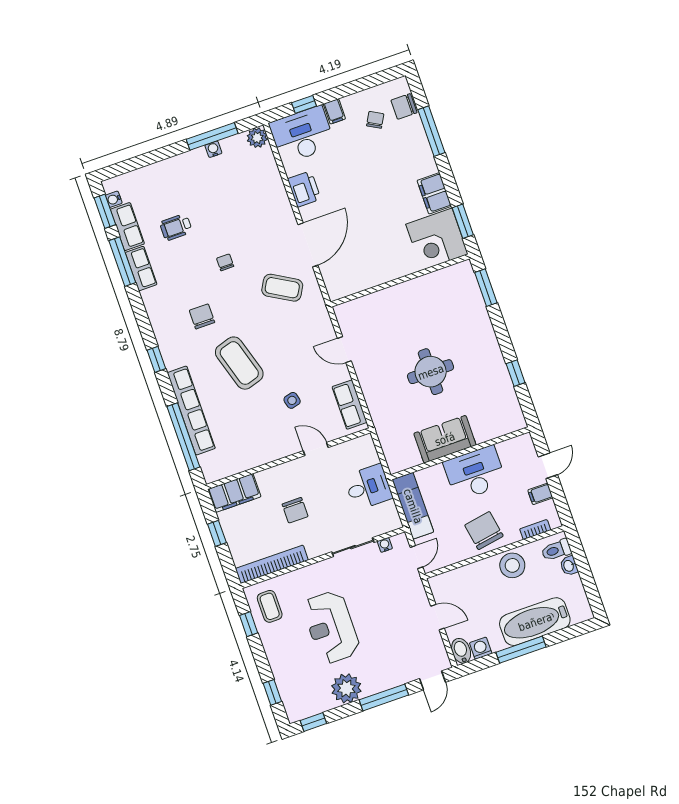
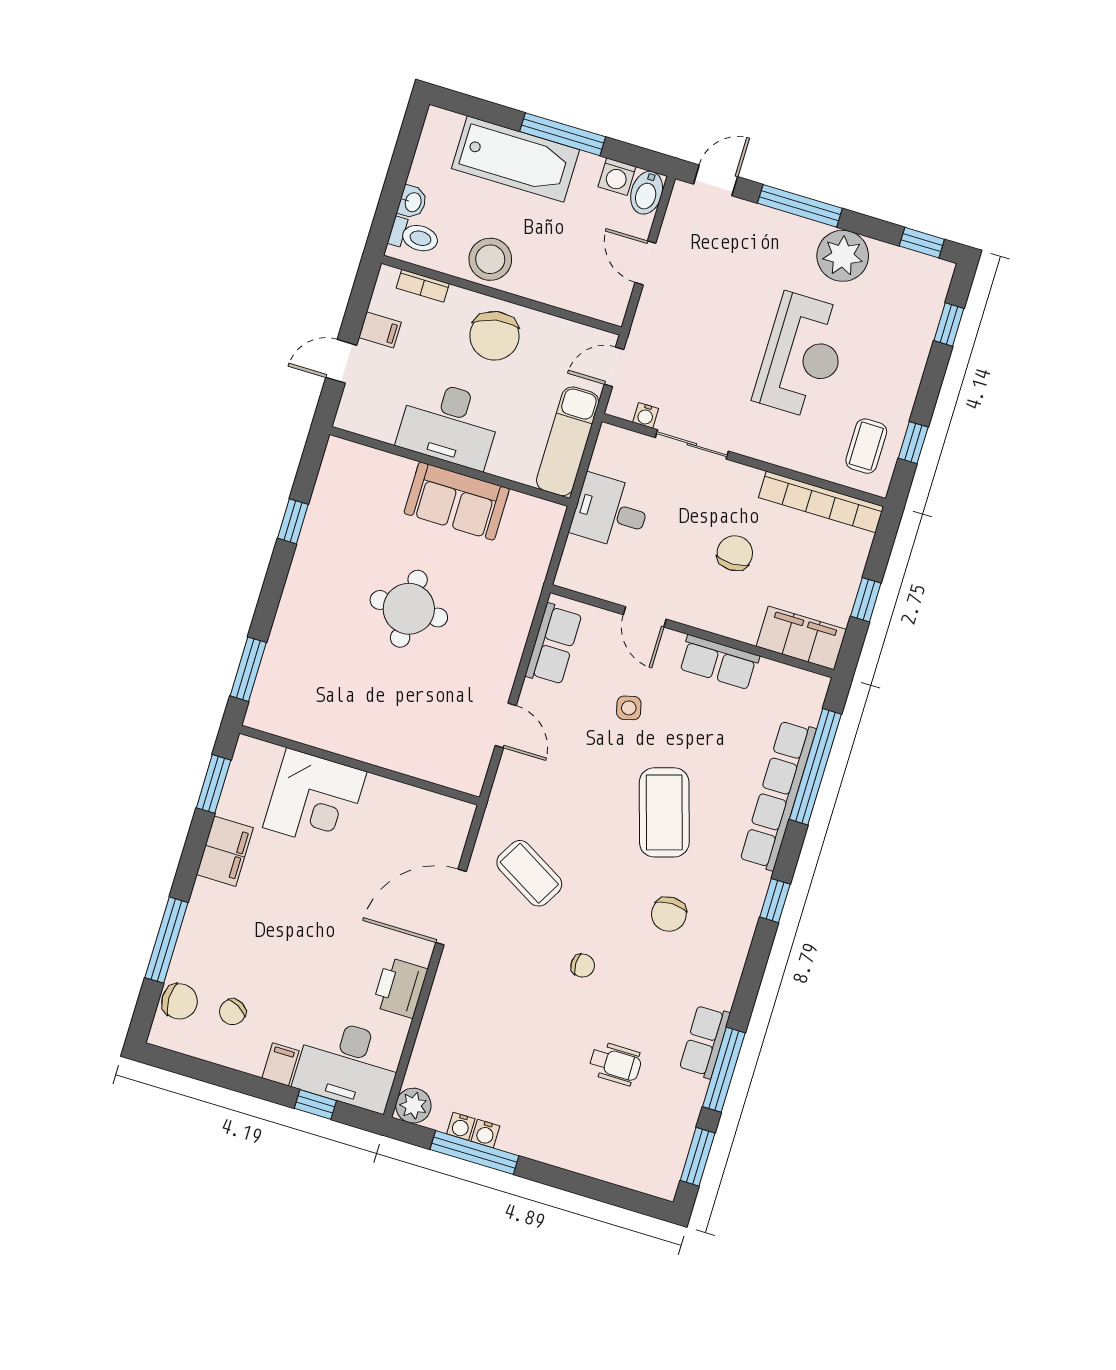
water cooler: (114, 199) -> (461, 1126), moved, turned 90
row of seats: (127, 227) -> (719, 662), moved, turned -90
corner desk: (437, 239) -> (315, 800), moved, turned 90
chair: (225, 262) -> (583, 966), turned -90

